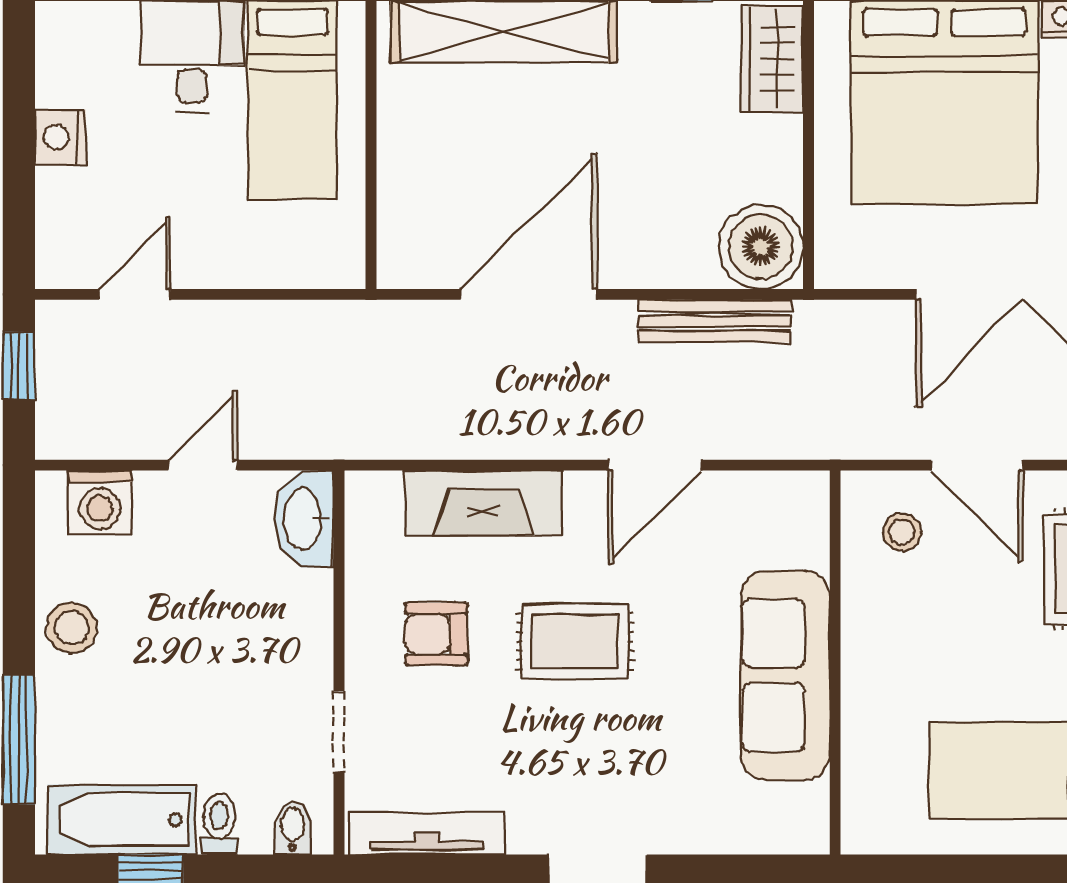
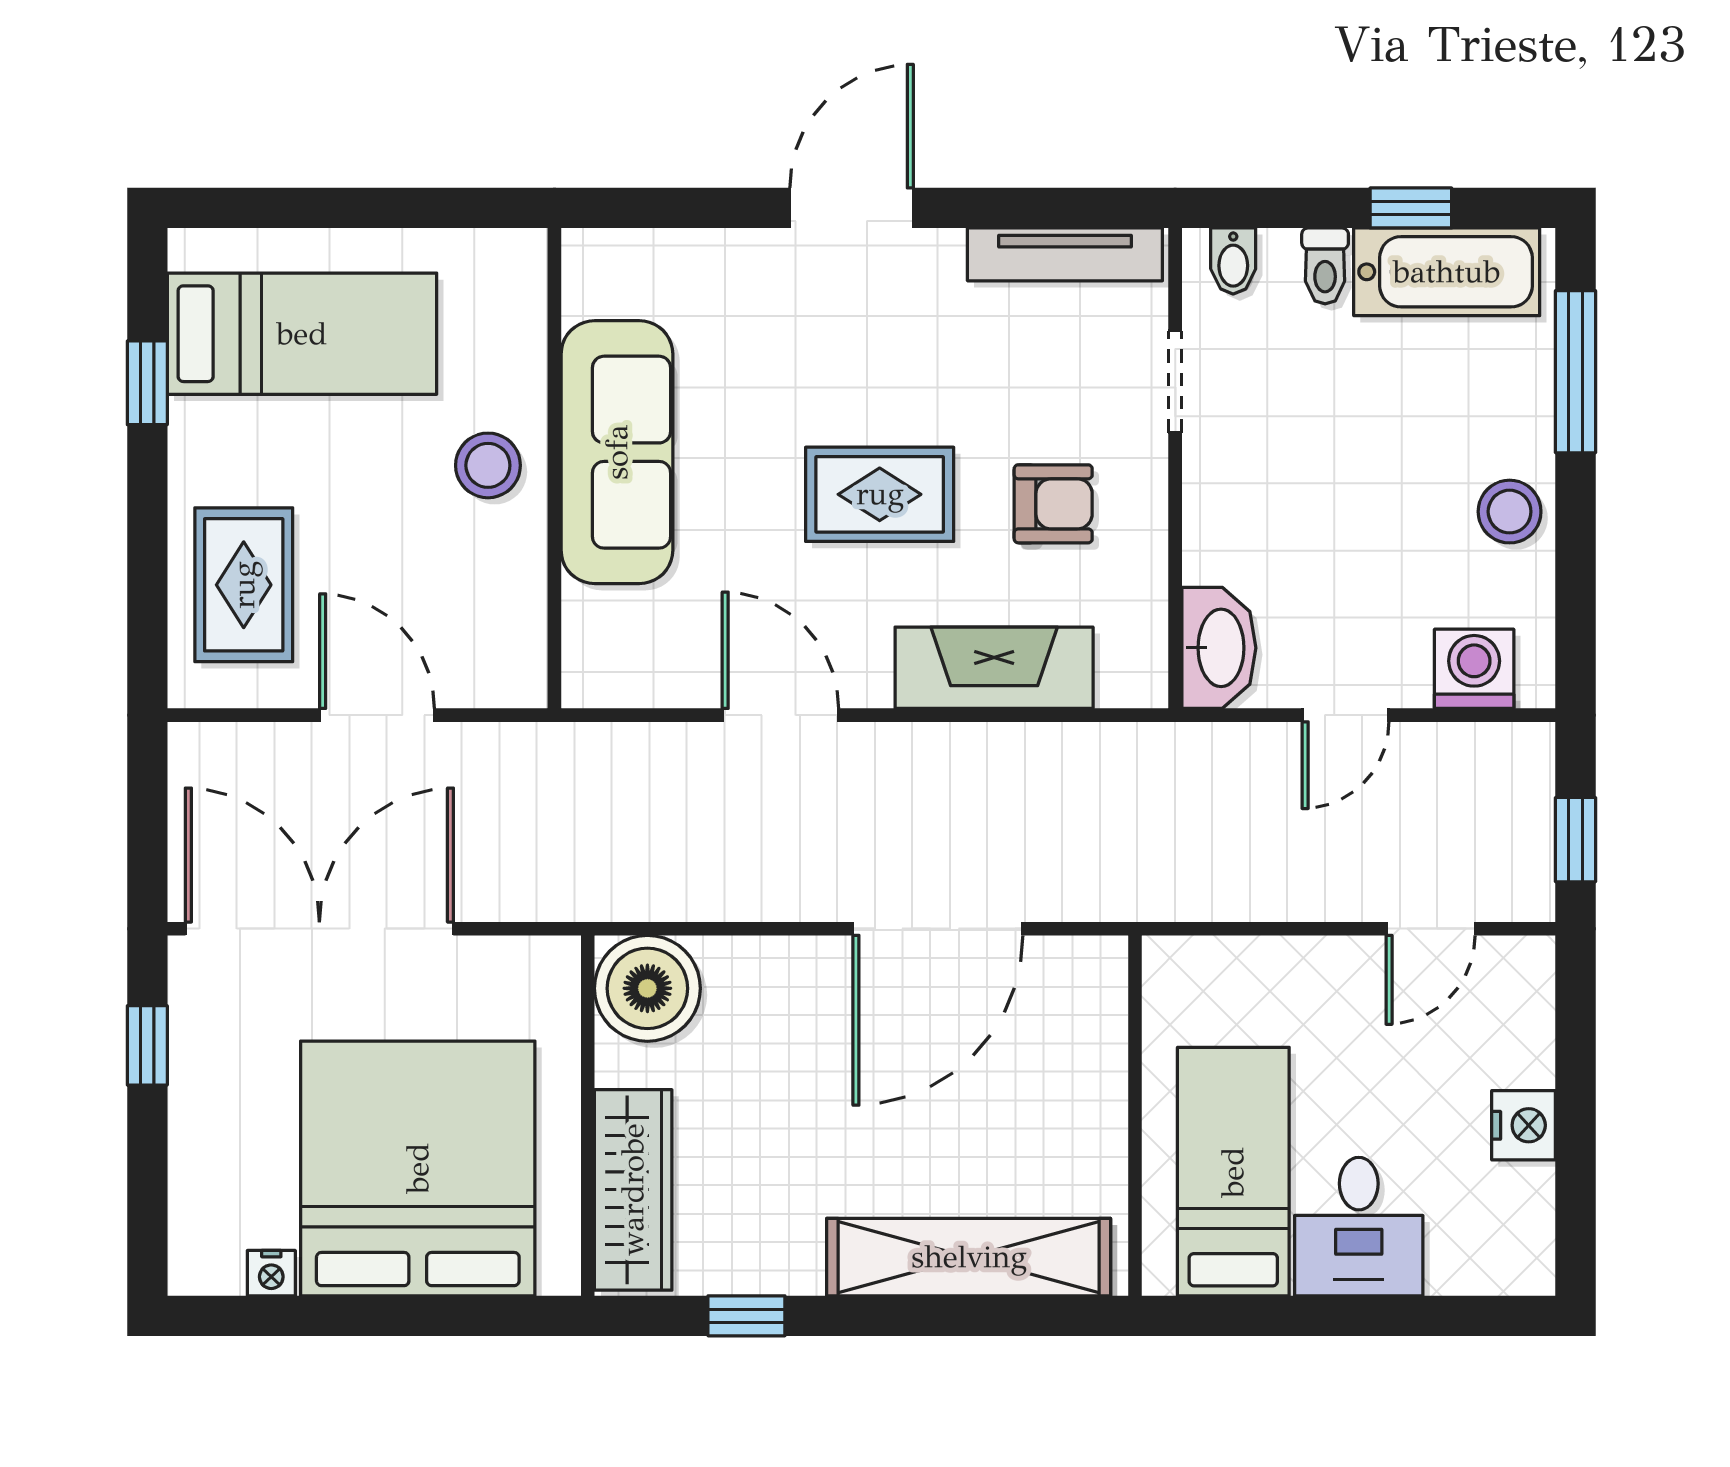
wardrobe: (772, 59) -> (633, 1190), width x1.50
bench: (715, 321) -> (705, 895), removed
door: (654, 465) -> (780, 715), hinge flipped
stool: (902, 532) -> (488, 465), moved, width x1.37, depth x1.37

